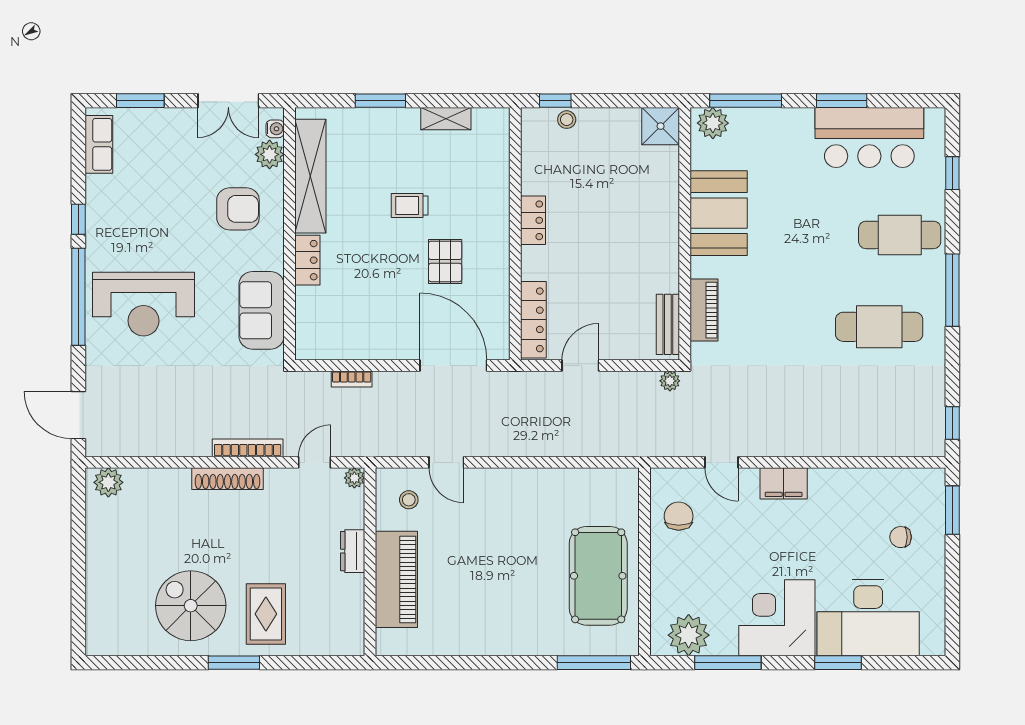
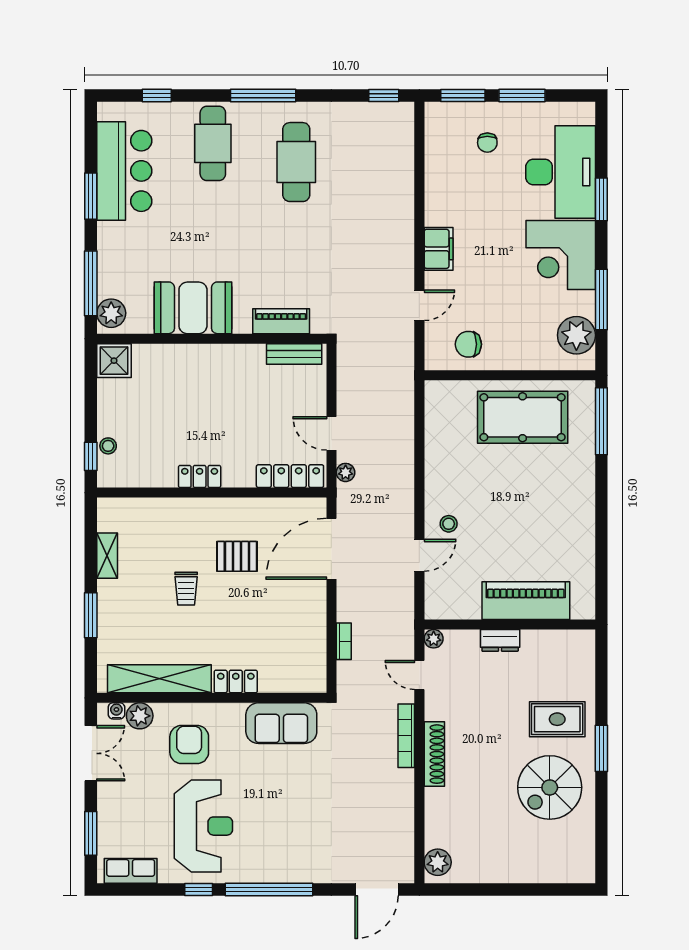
reception desk: (144, 304) -> (203, 826), moved
plant: (670, 381) -> (346, 472), moved
stool: (409, 500) -> (449, 524), moved
window: (952, 575) -> (522, 96), added

